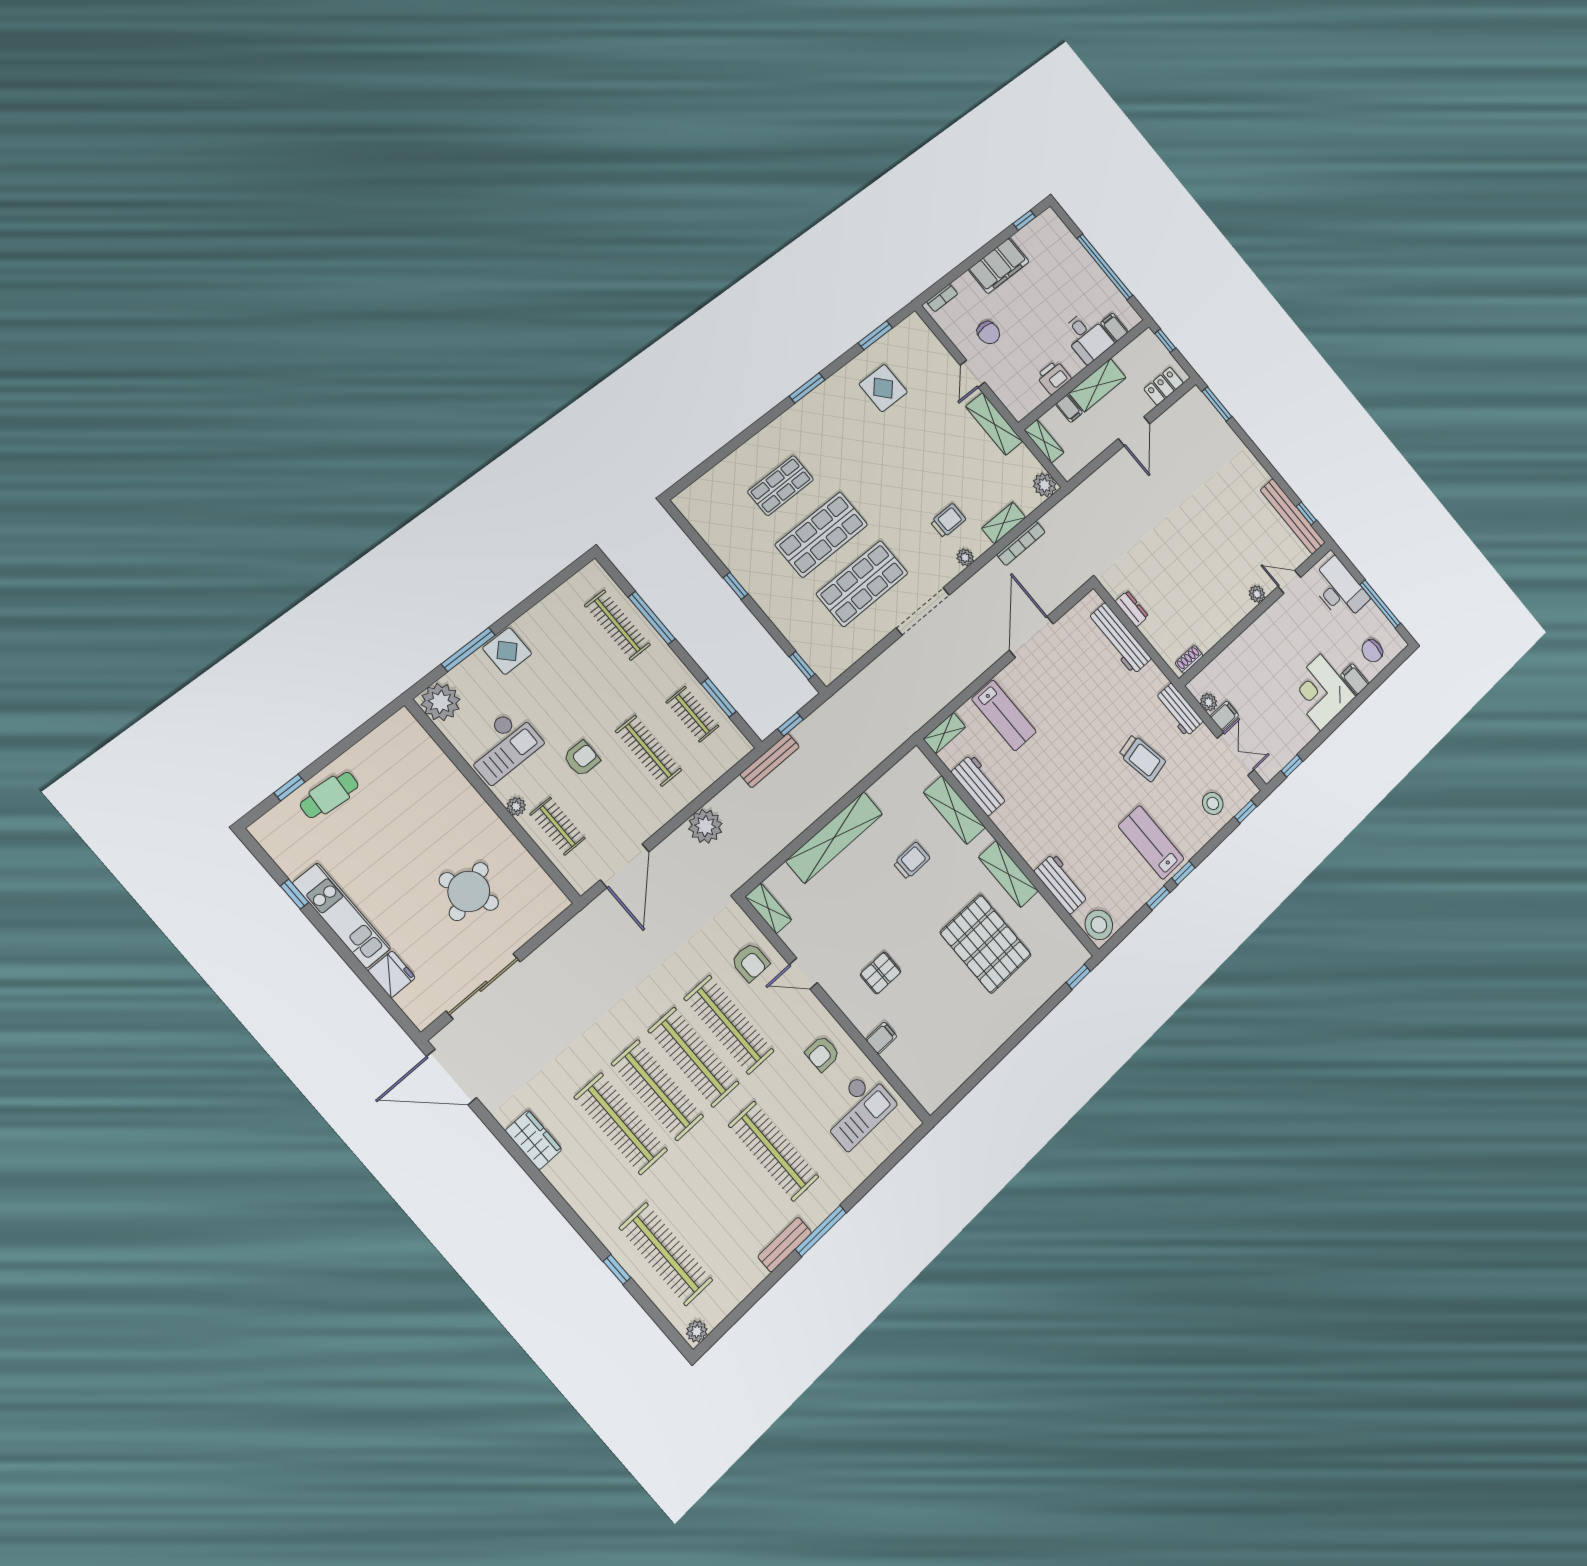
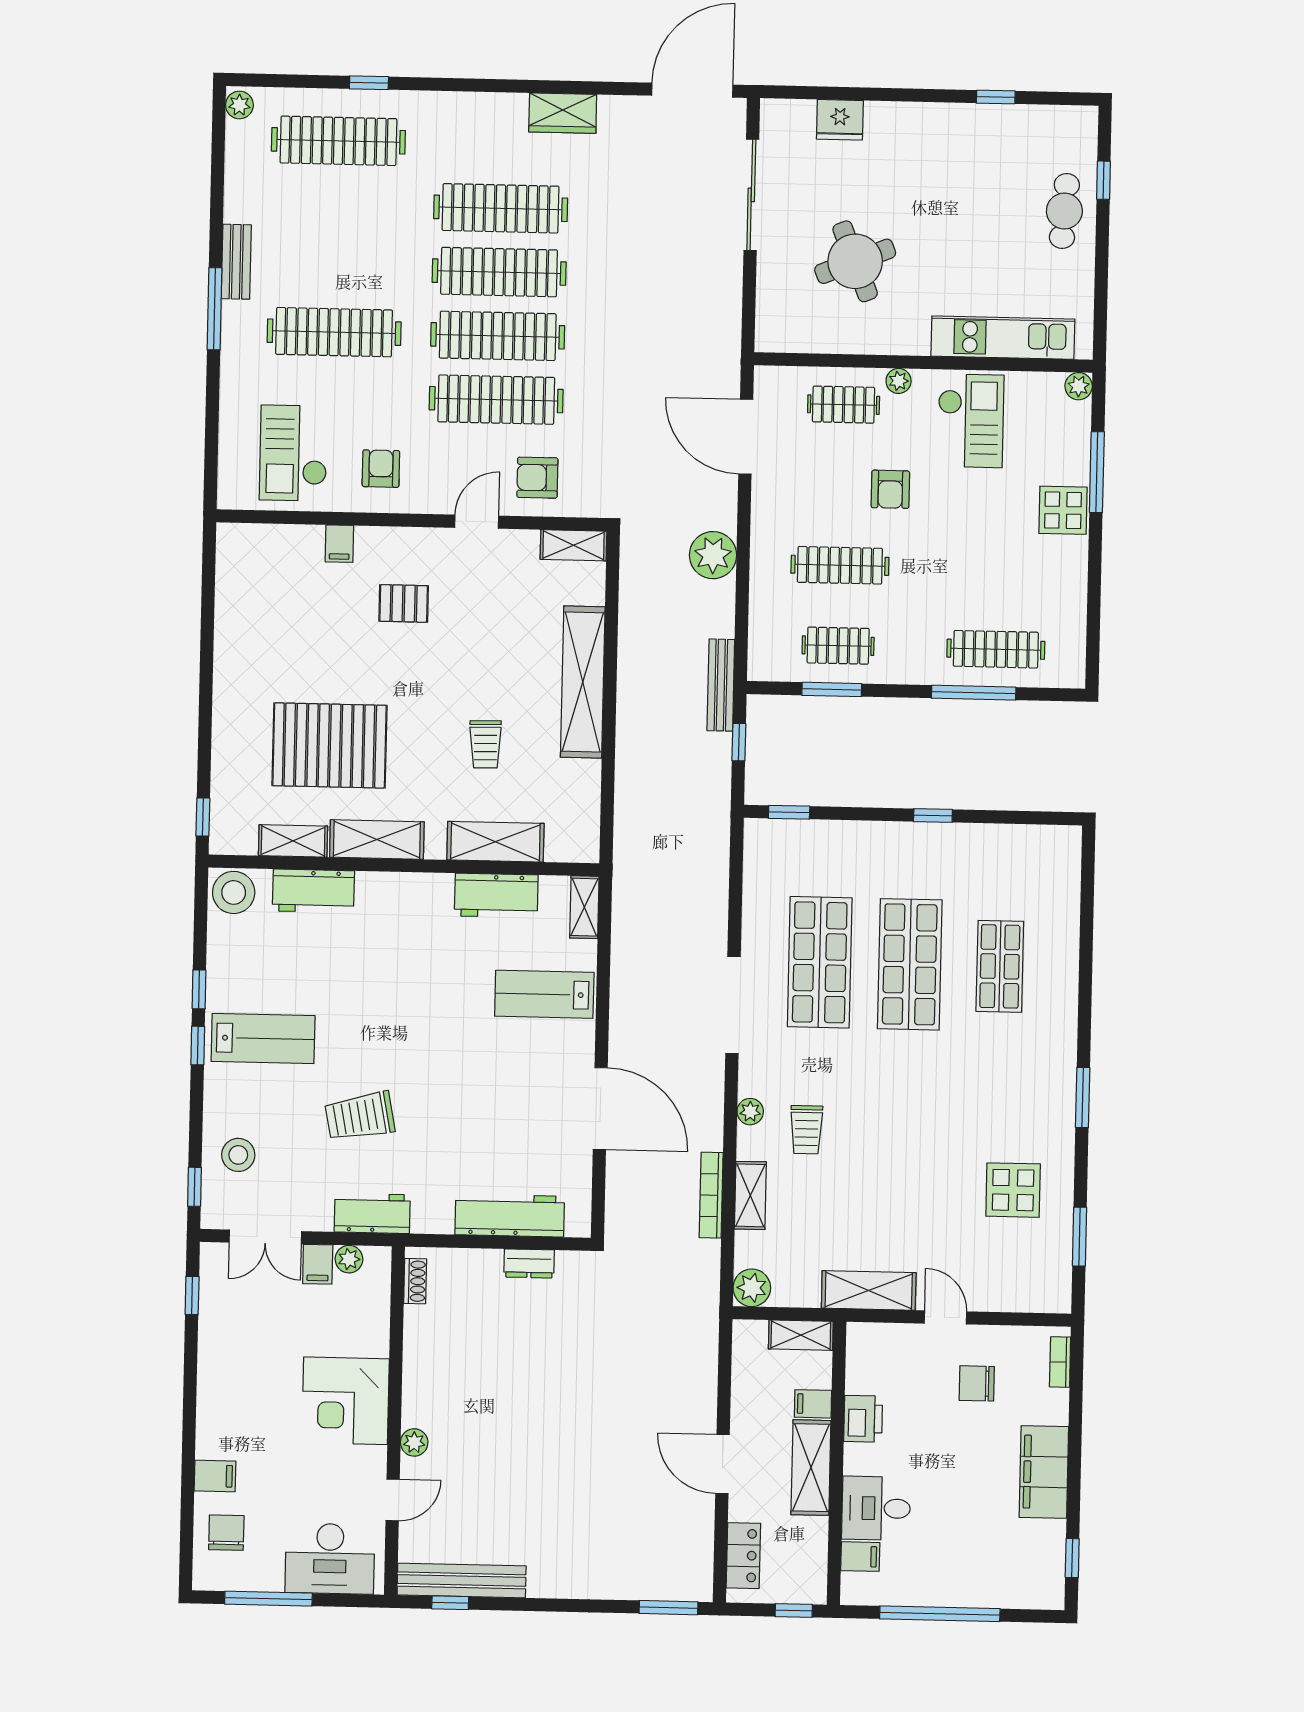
corner desk: (1321, 692) -> (346, 1401), moved, turned 180
plant: (441, 702) -> (1079, 386), width x0.53, depth x0.53
checkout: (503, 746) -> (971, 421), turned 180
kitchen unit: (342, 916) -> (1003, 338), moved, turned 180
shelving: (1048, 918) -> (293, 841), added
pallet: (881, 973) -> (404, 603), turned 90

